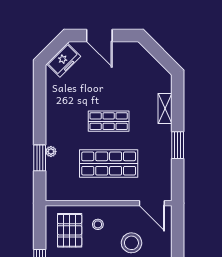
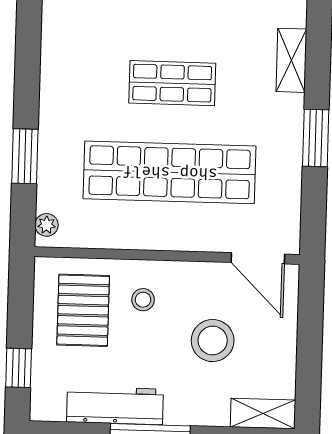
plant: (51, 152) -> (47, 225), moved
shop shelf: (109, 164) -> (170, 172), width x1.40

